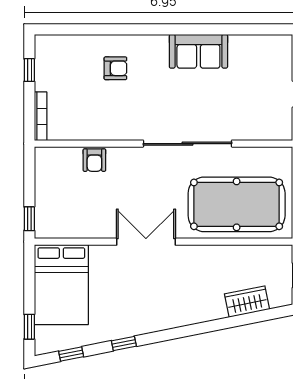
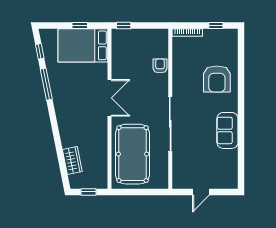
armchair: (115, 68) -> (217, 79), width x1.88, depth x1.88
armchair: (94, 160) -> (160, 66), turned 90
window: (29, 327) -> (80, 26), moved
window: (124, 343) -> (46, 84), width x2.17

